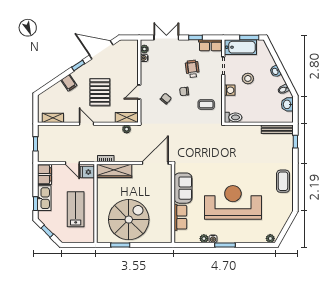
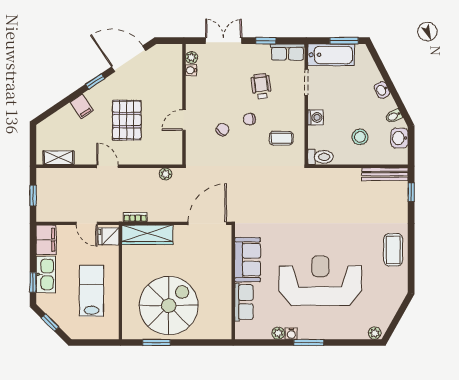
stool: (248, 78) -> (360, 137), moved
shelving: (127, 118) -> (166, 157), removed

